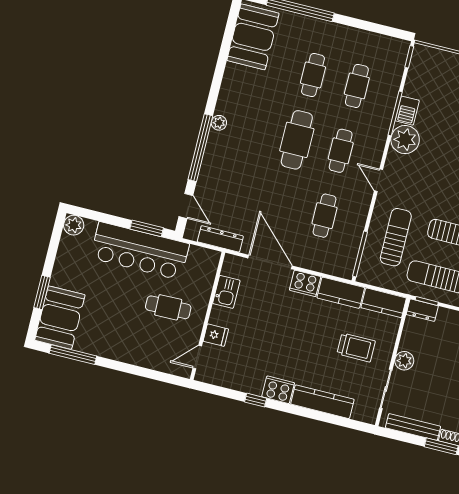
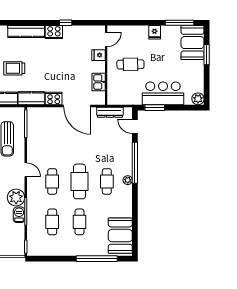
cafe table: (324, 216) -> (107, 181), moved
bar counter: (140, 251) -> (163, 93), width x0.73
fridge: (117, 349) -> (155, 32), added

